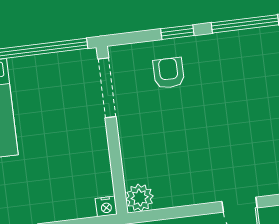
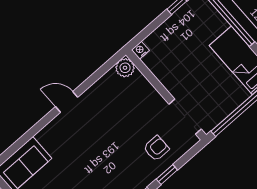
armchair: (169, 73) -> (156, 148), turned -90

